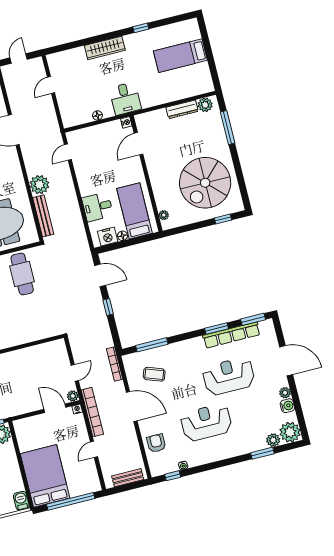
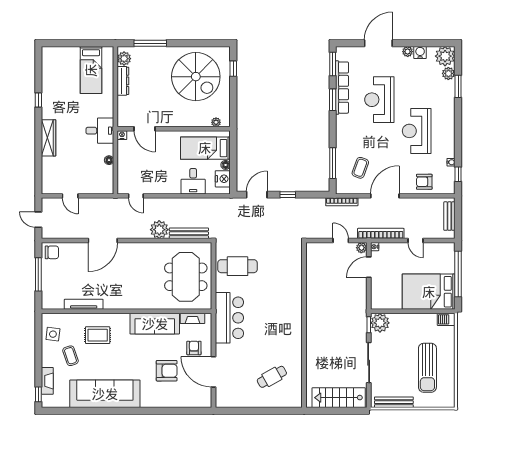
bed: (180, 56) -> (91, 70), moved

